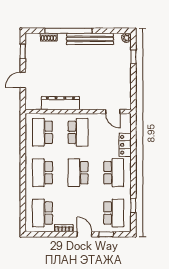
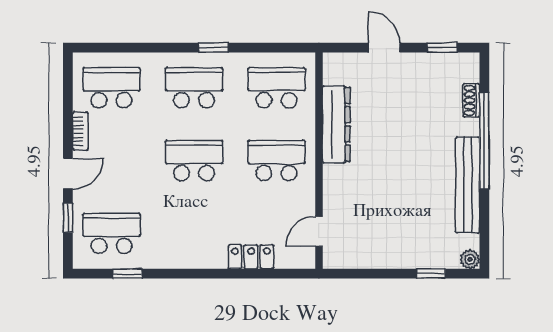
school desk: (78, 132) -> (276, 161), turned 180
window: (23, 163) -> (213, 48), added
school desk: (114, 173) -> (194, 233), removed
school desk: (114, 213) -> (112, 233), turned 180

